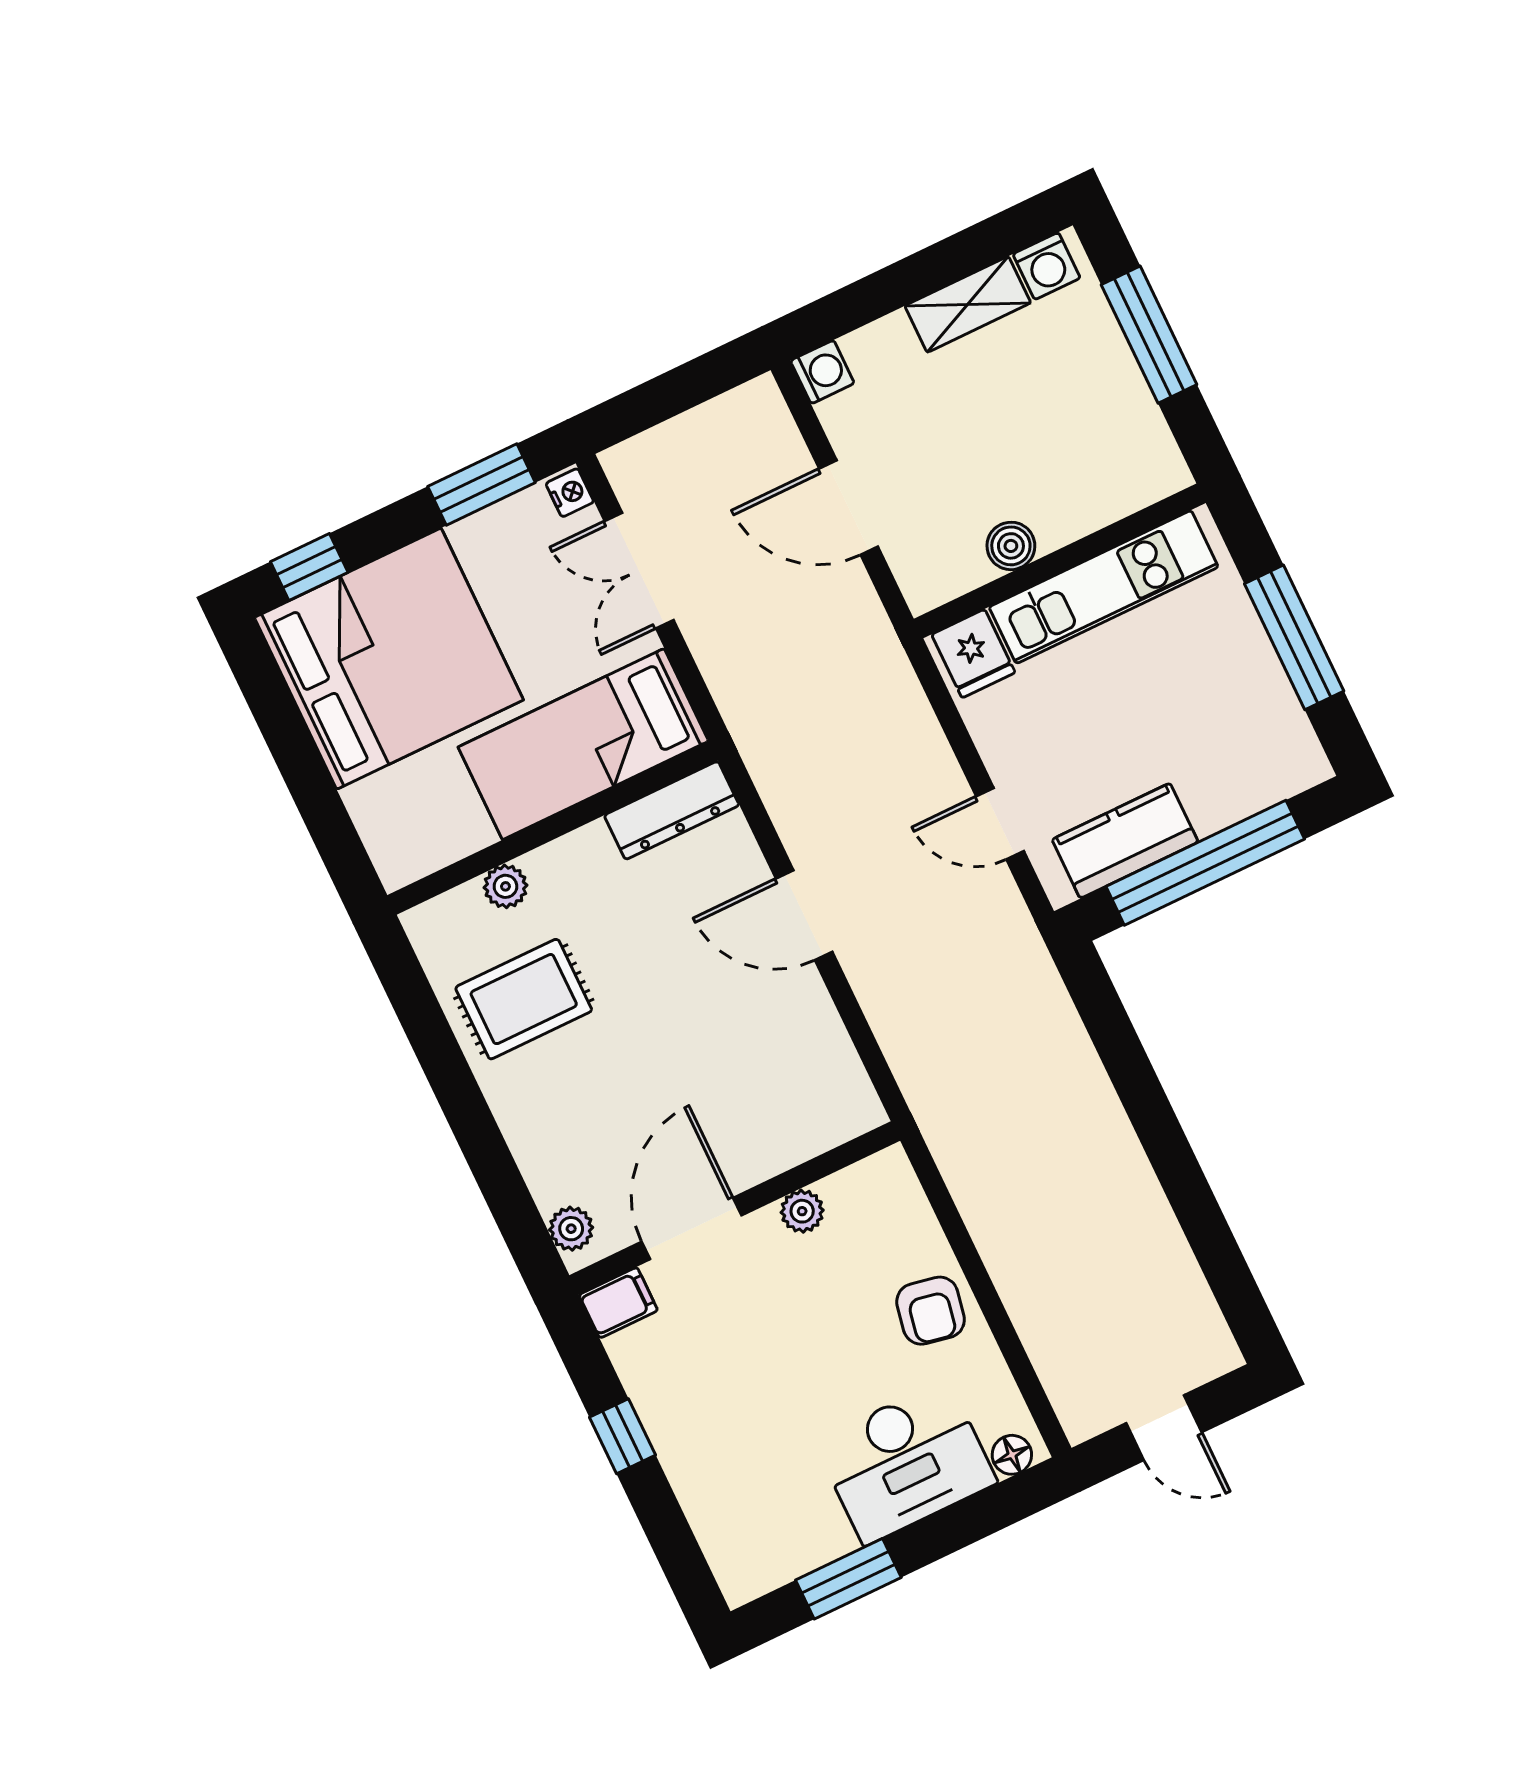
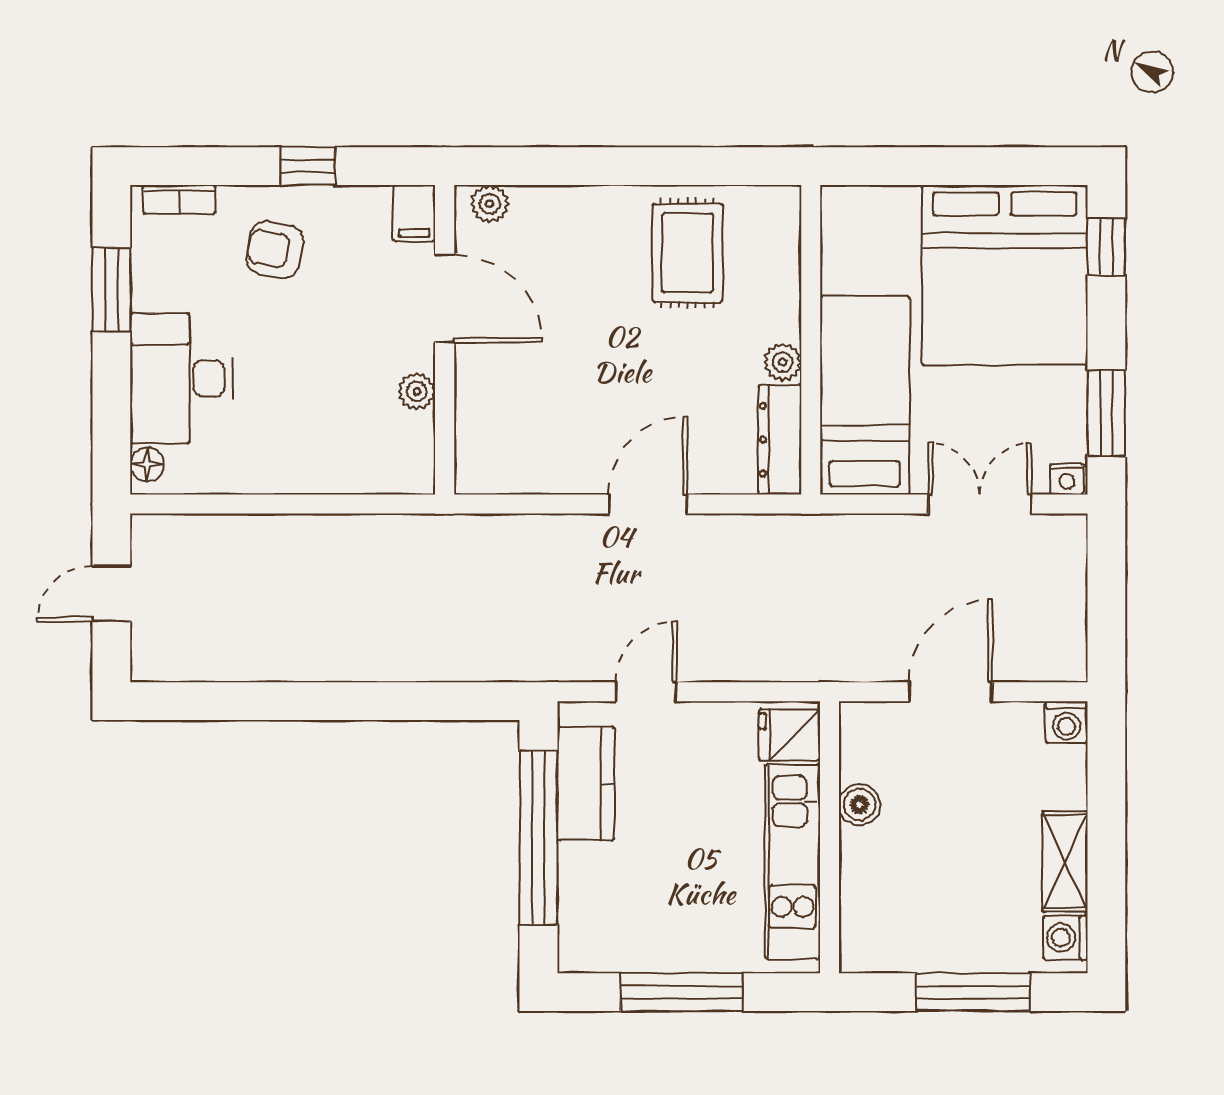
plant: (505, 886) -> (783, 362), moved
armchair: (931, 1311) -> (275, 250), moved
bookcase: (721, 1553) -> (179, 199), added

